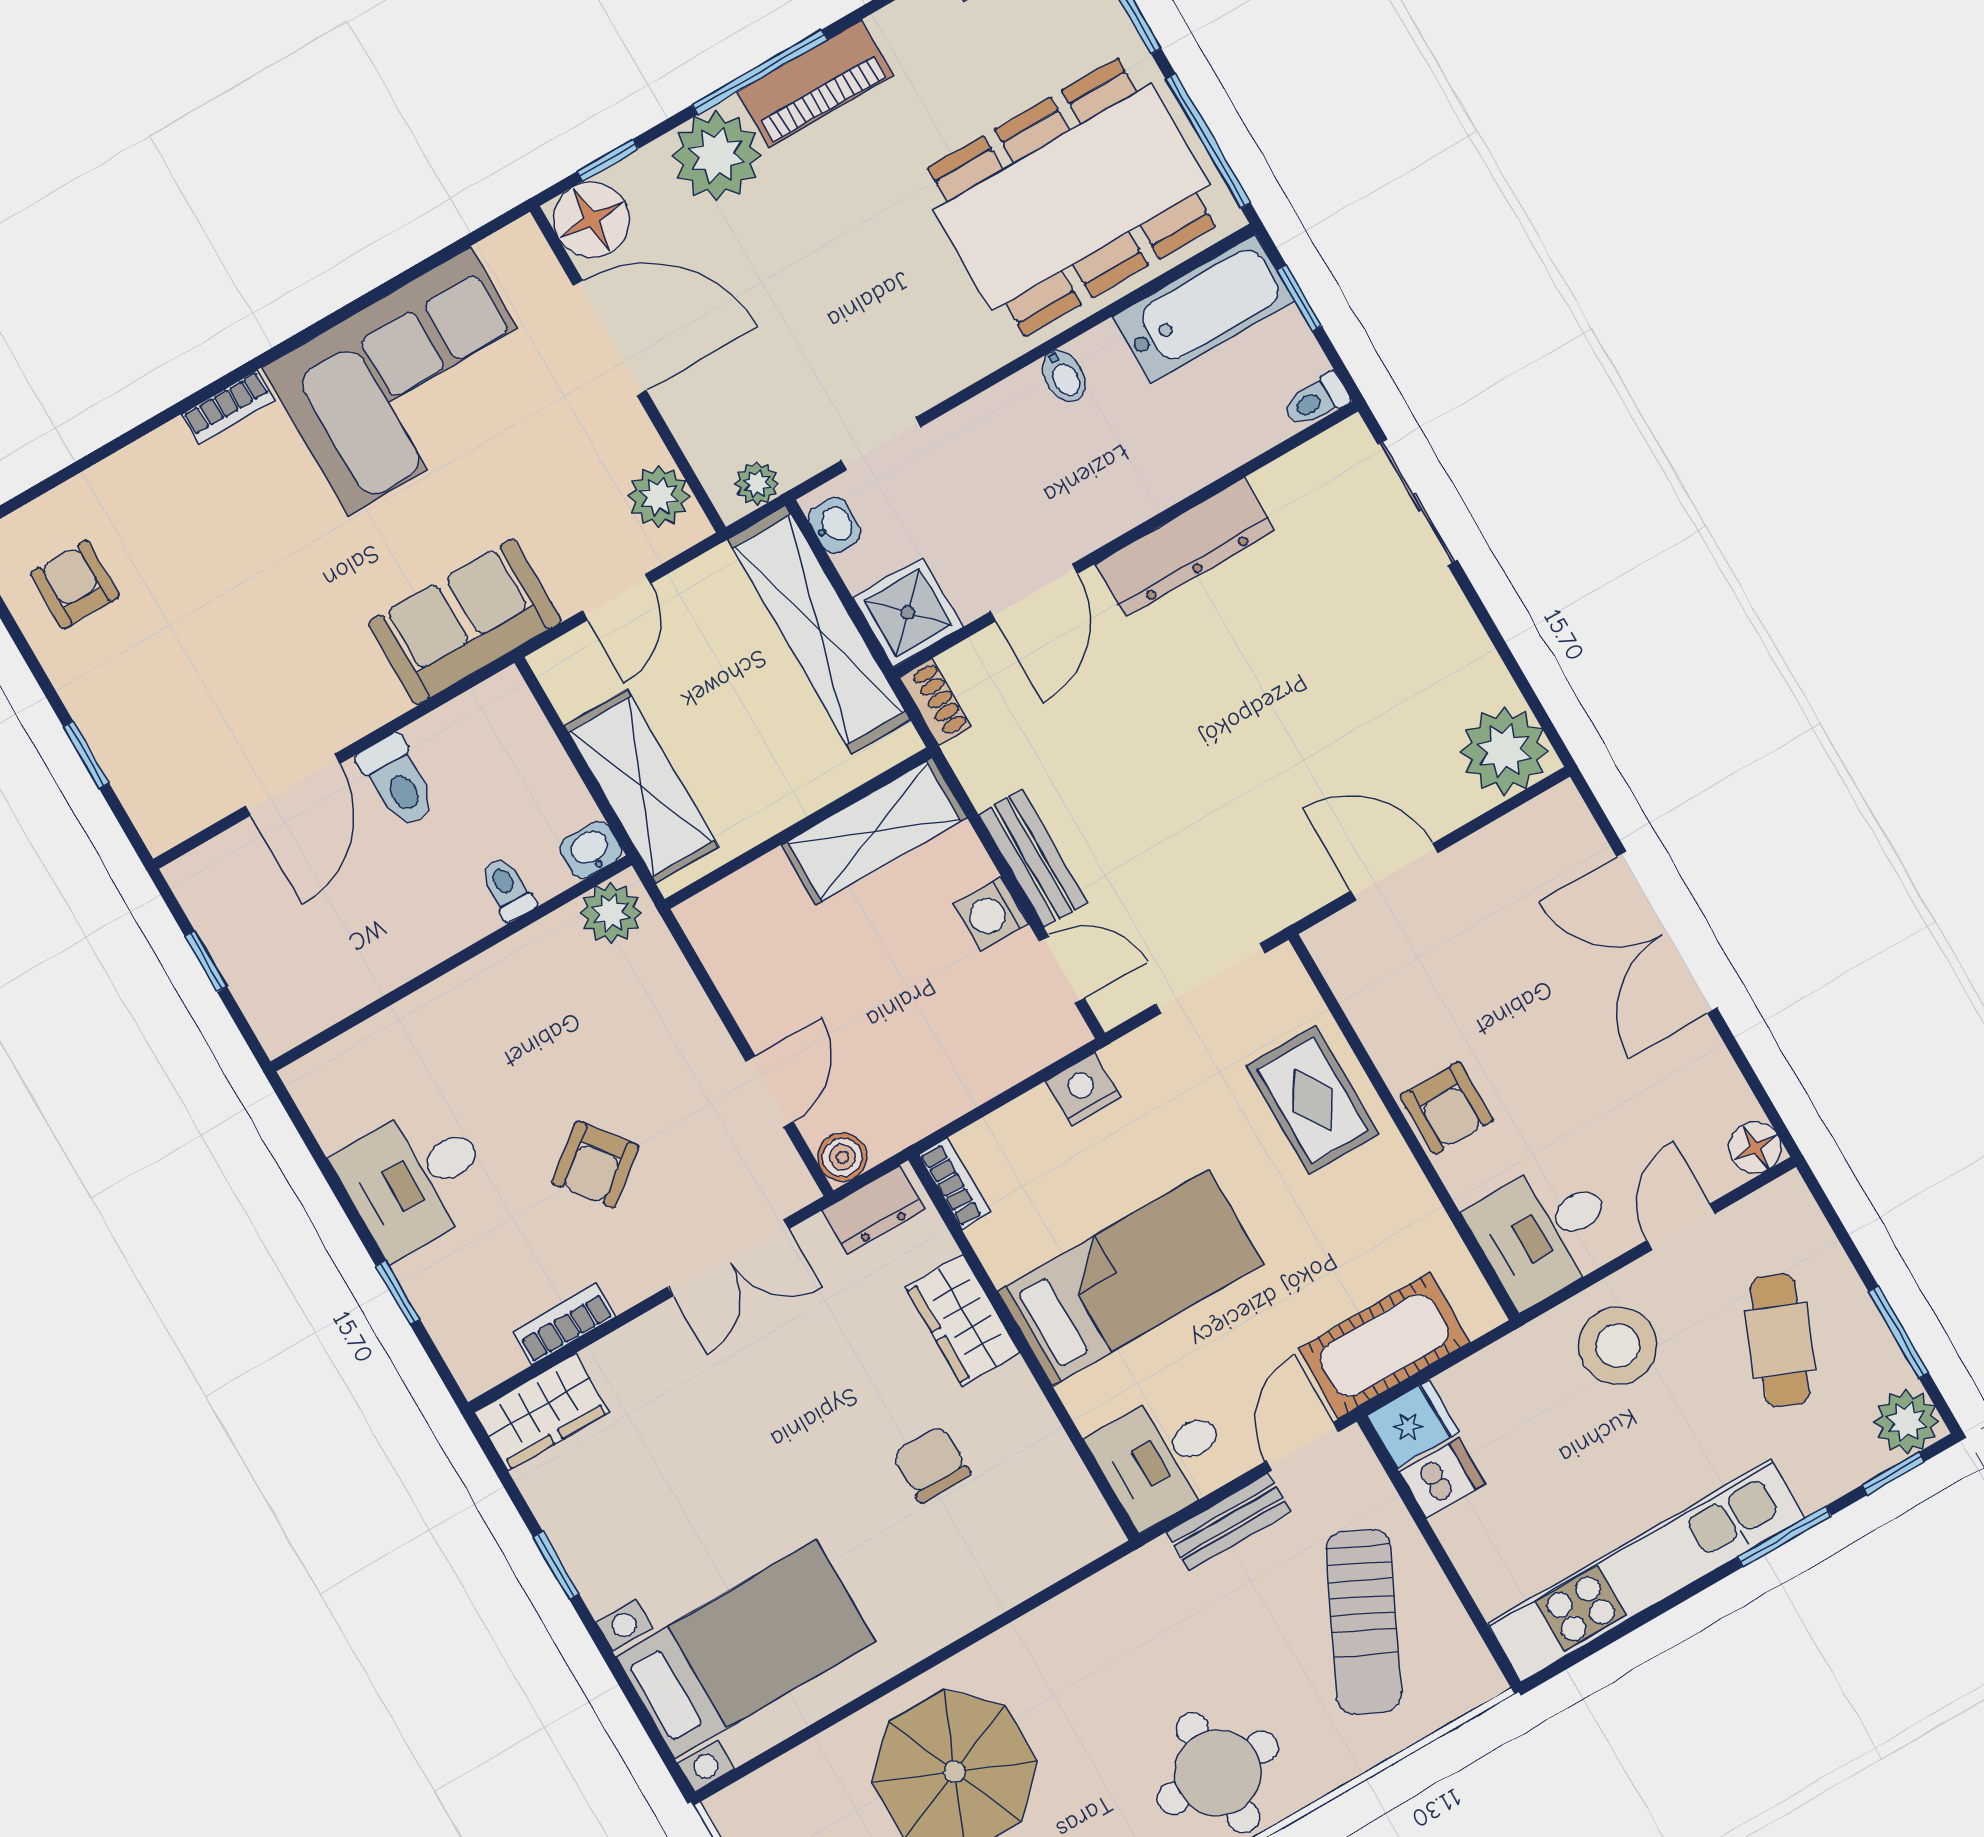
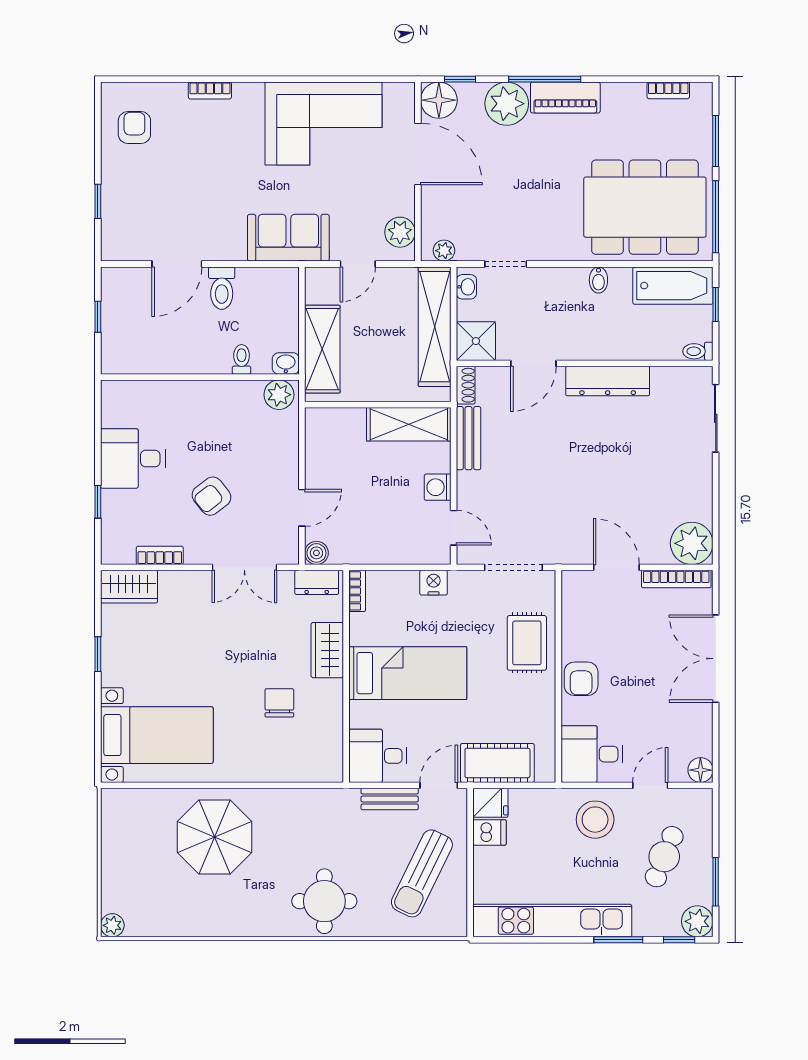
bookcase: (228, 407) -> (210, 91), moved
bookcase: (1514, 831) -> (676, 579), added
bench: (1033, 859) -> (469, 438), moved

